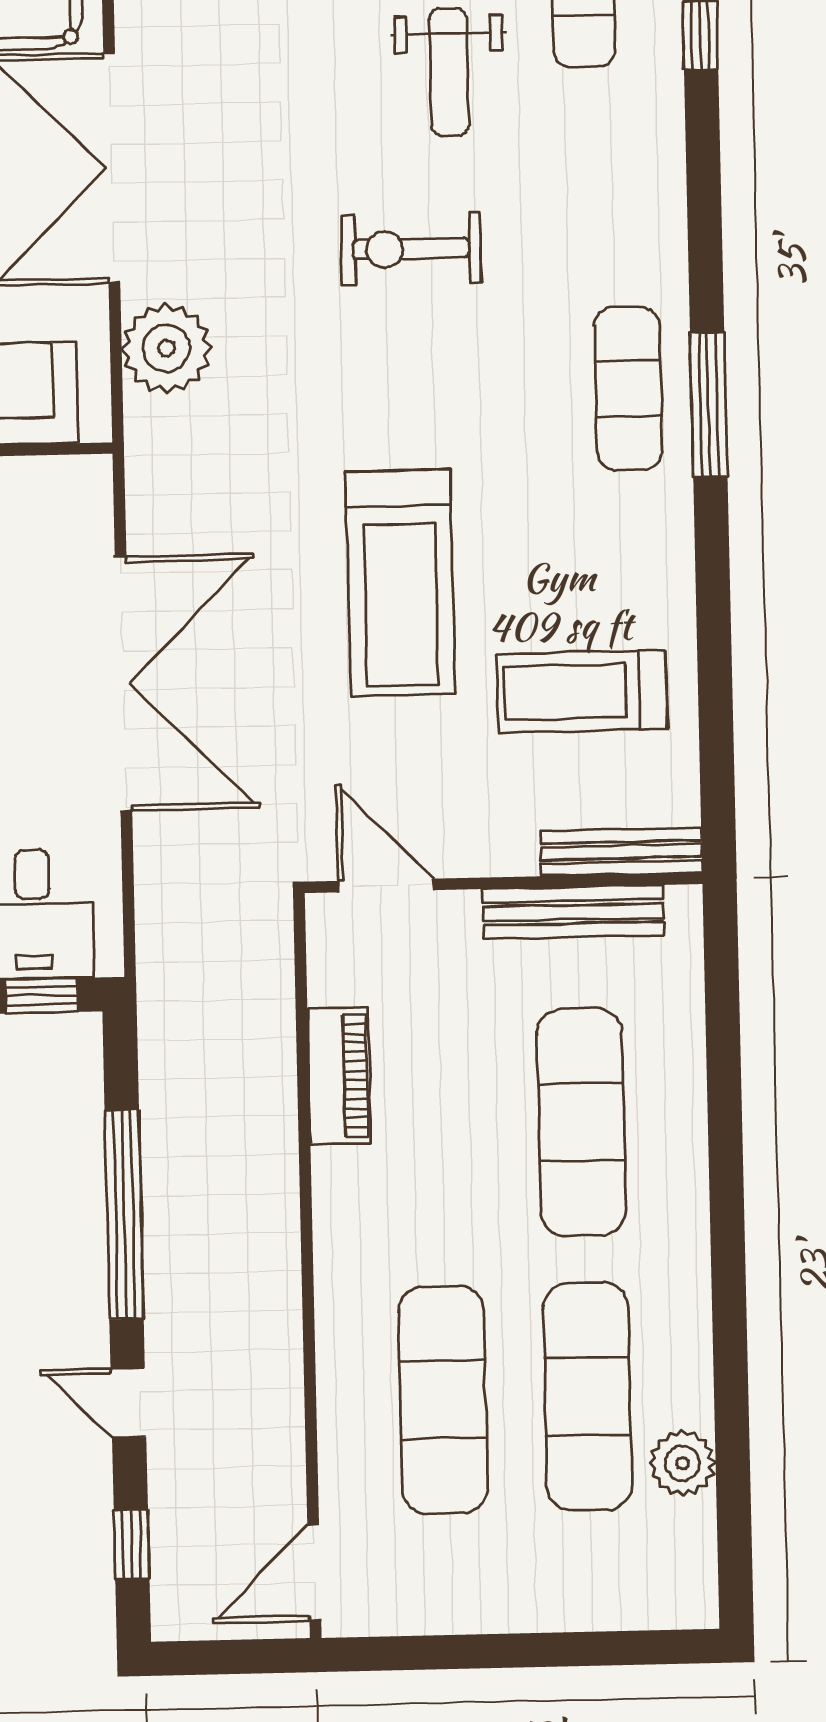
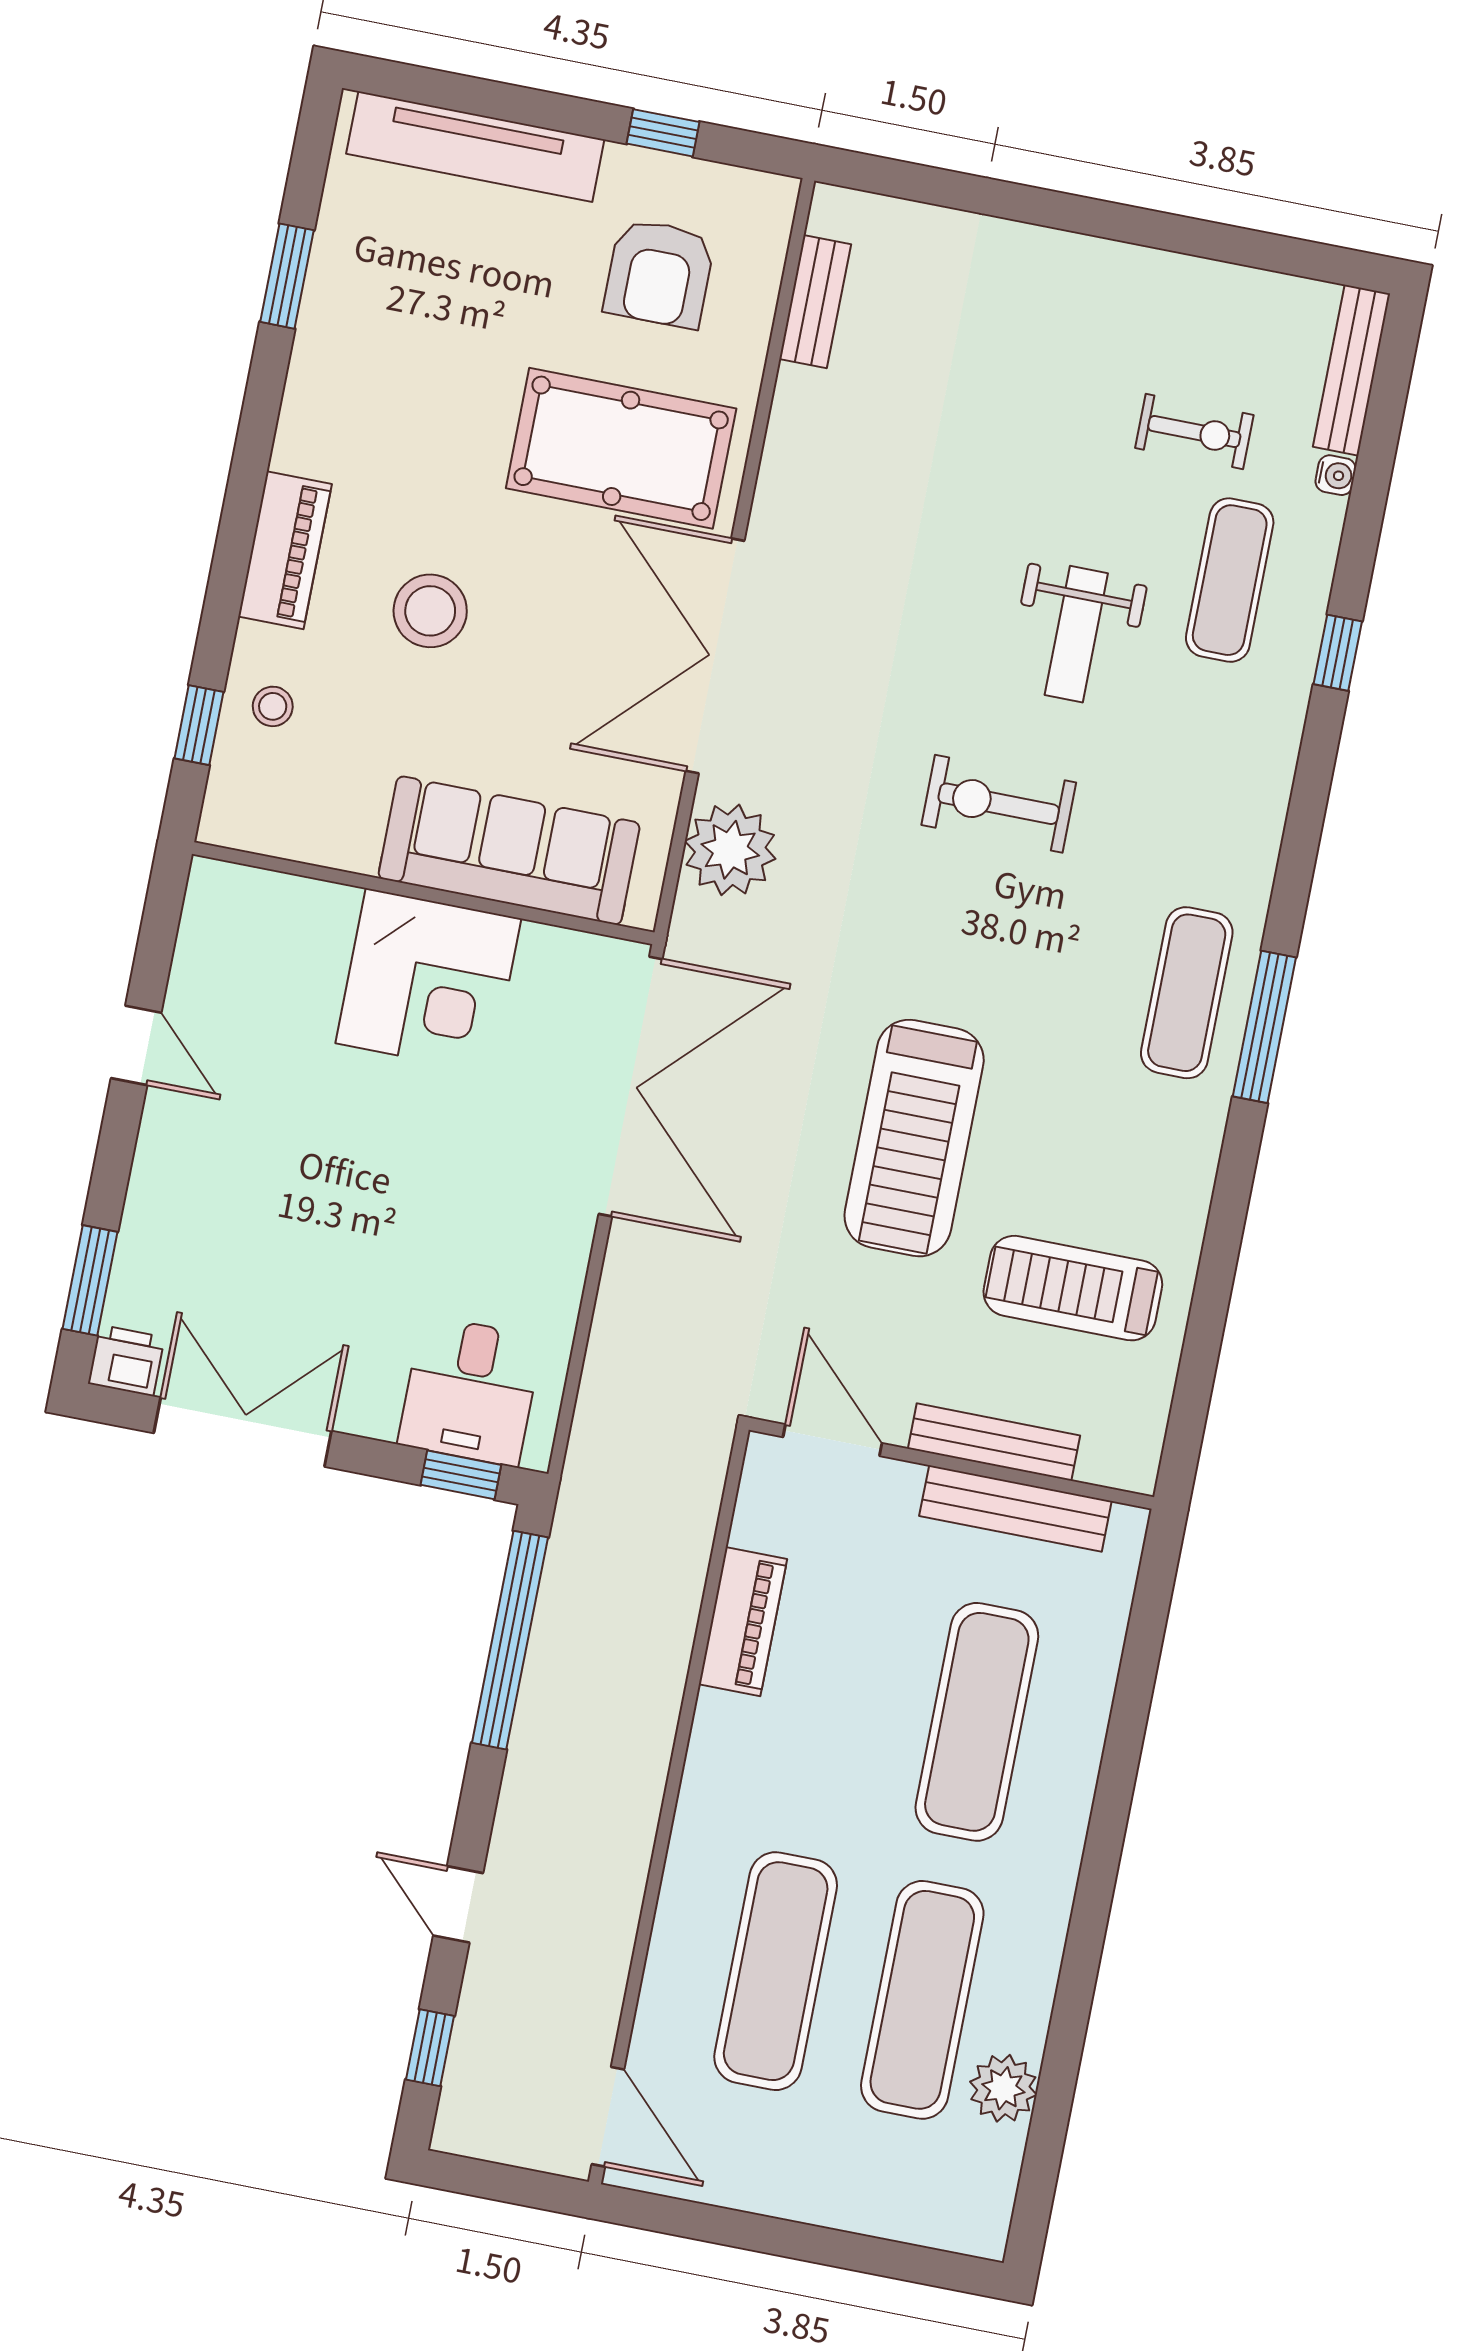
double door: (123, 684) -> (631, 1086), moved
bench: (621, 852) -> (994, 1442), moved
window: (124, 1214) -> (510, 1640), moved
door: (314, 1572) -> (608, 2117), swing flipped

